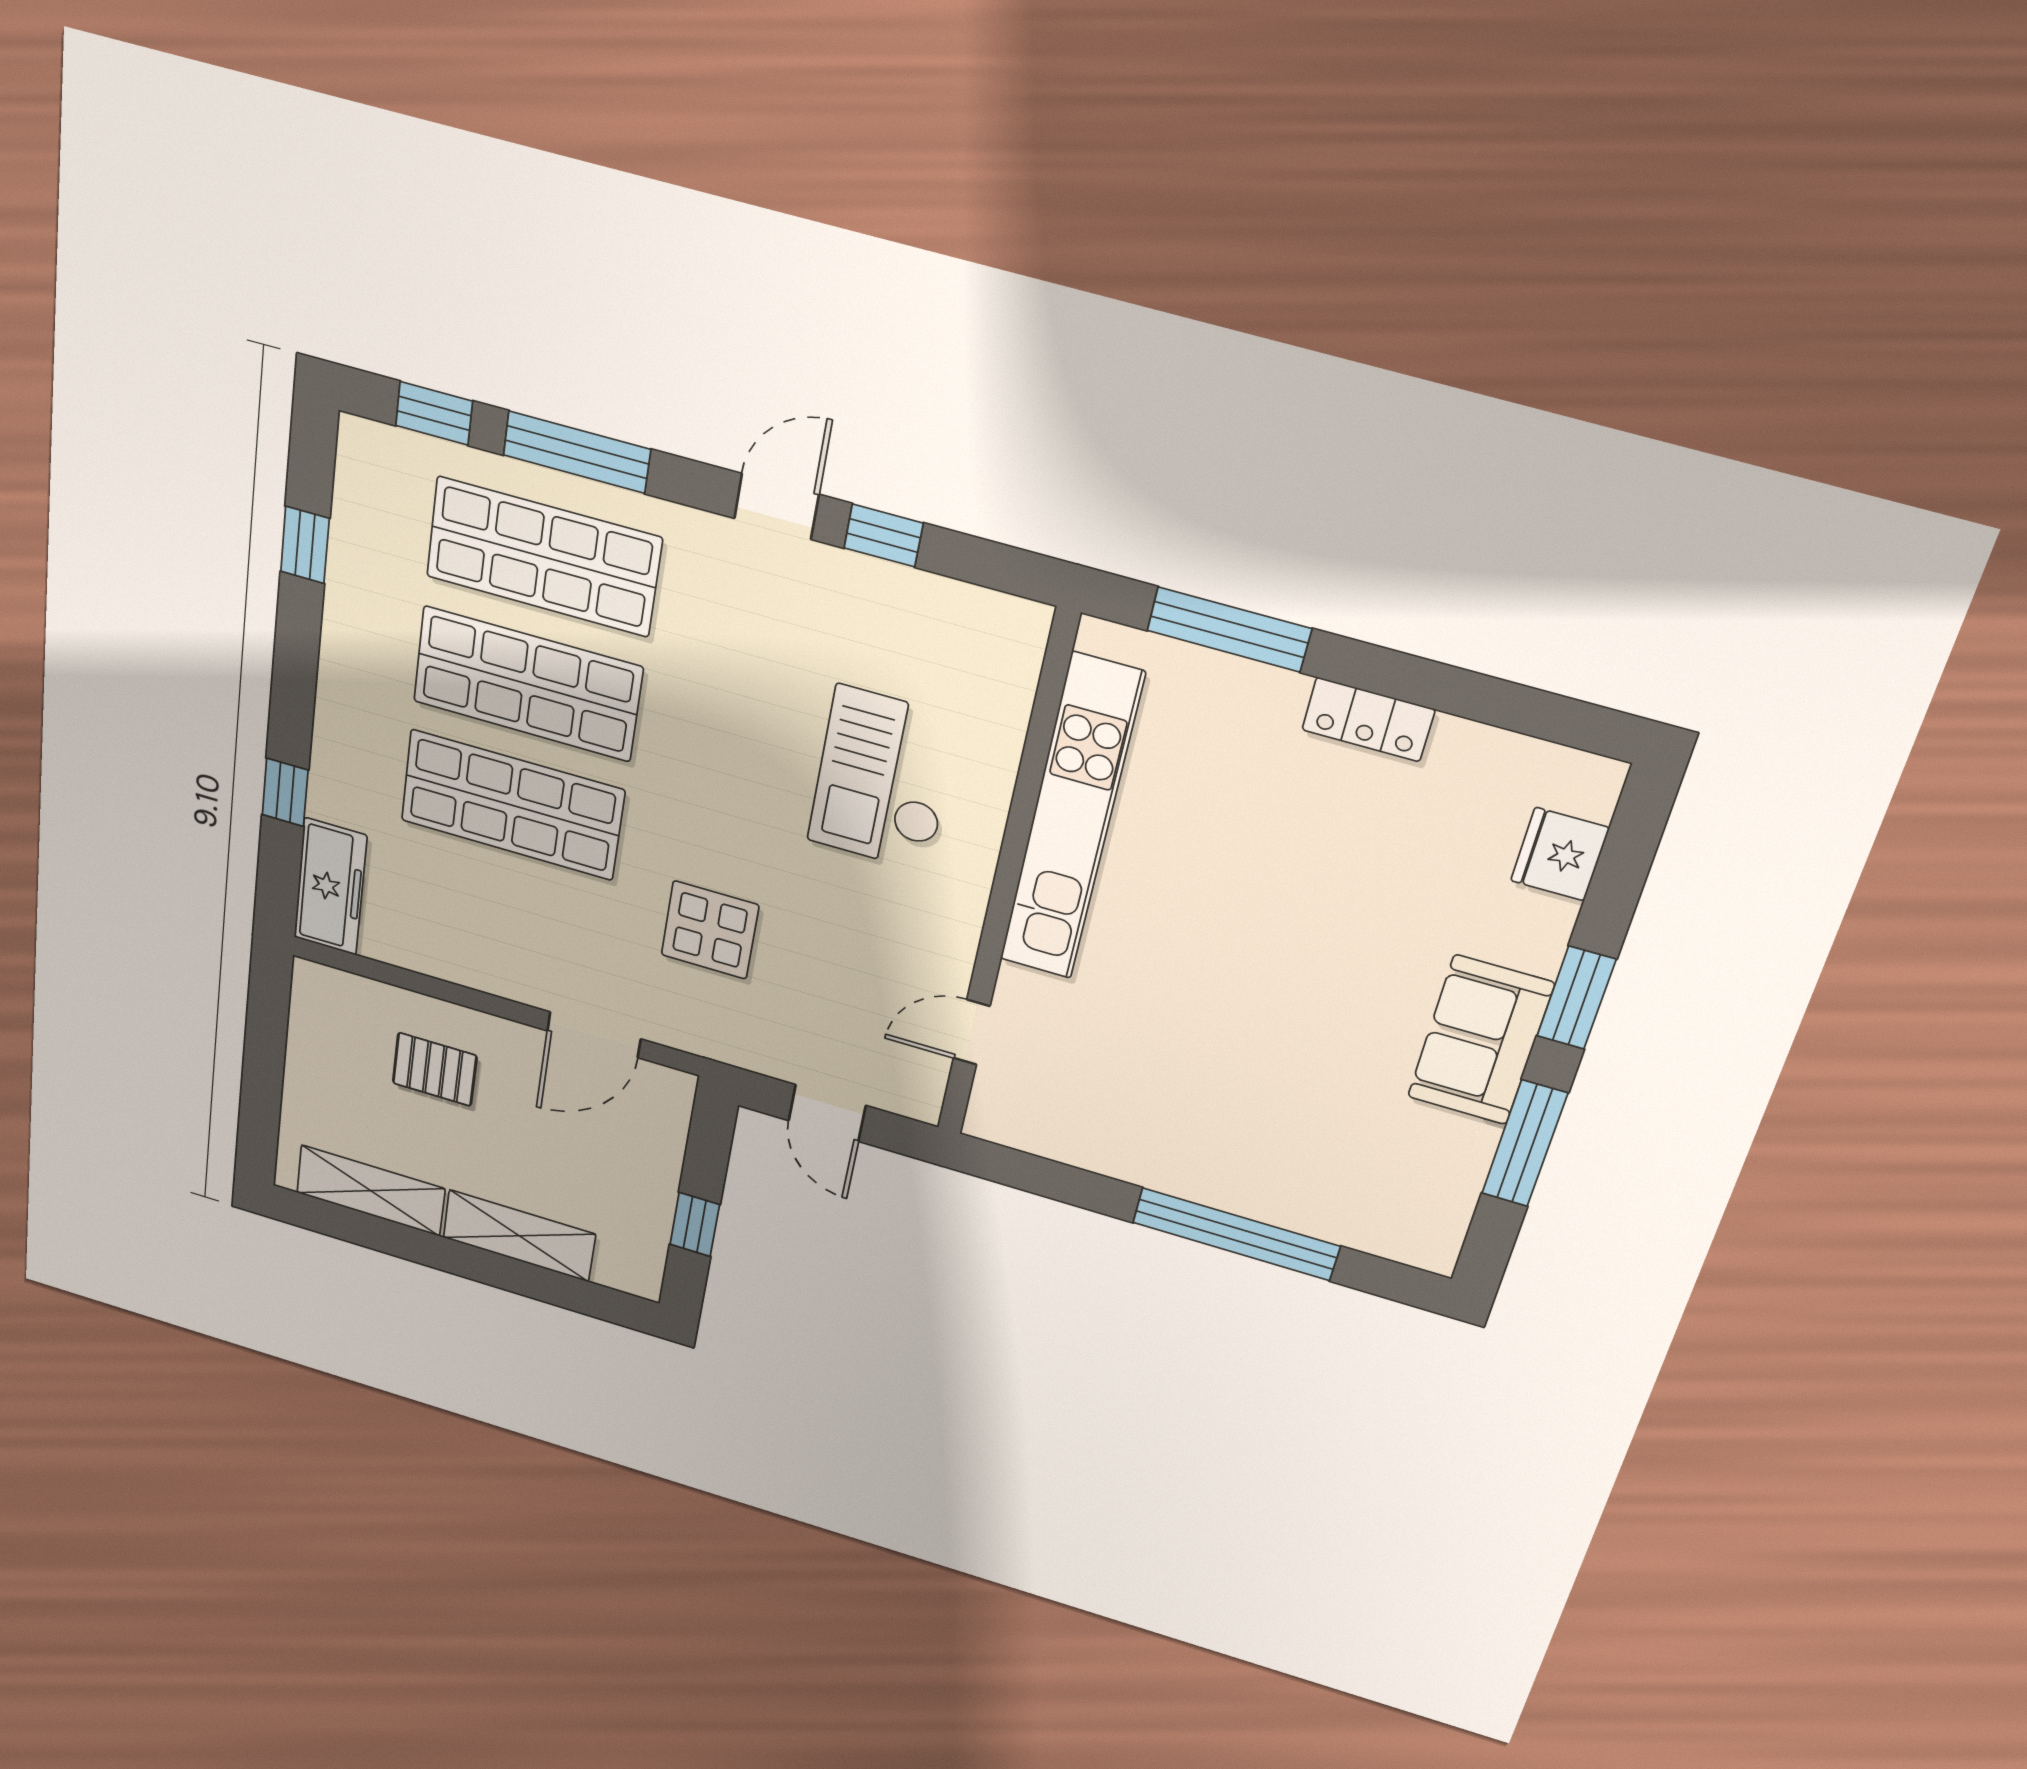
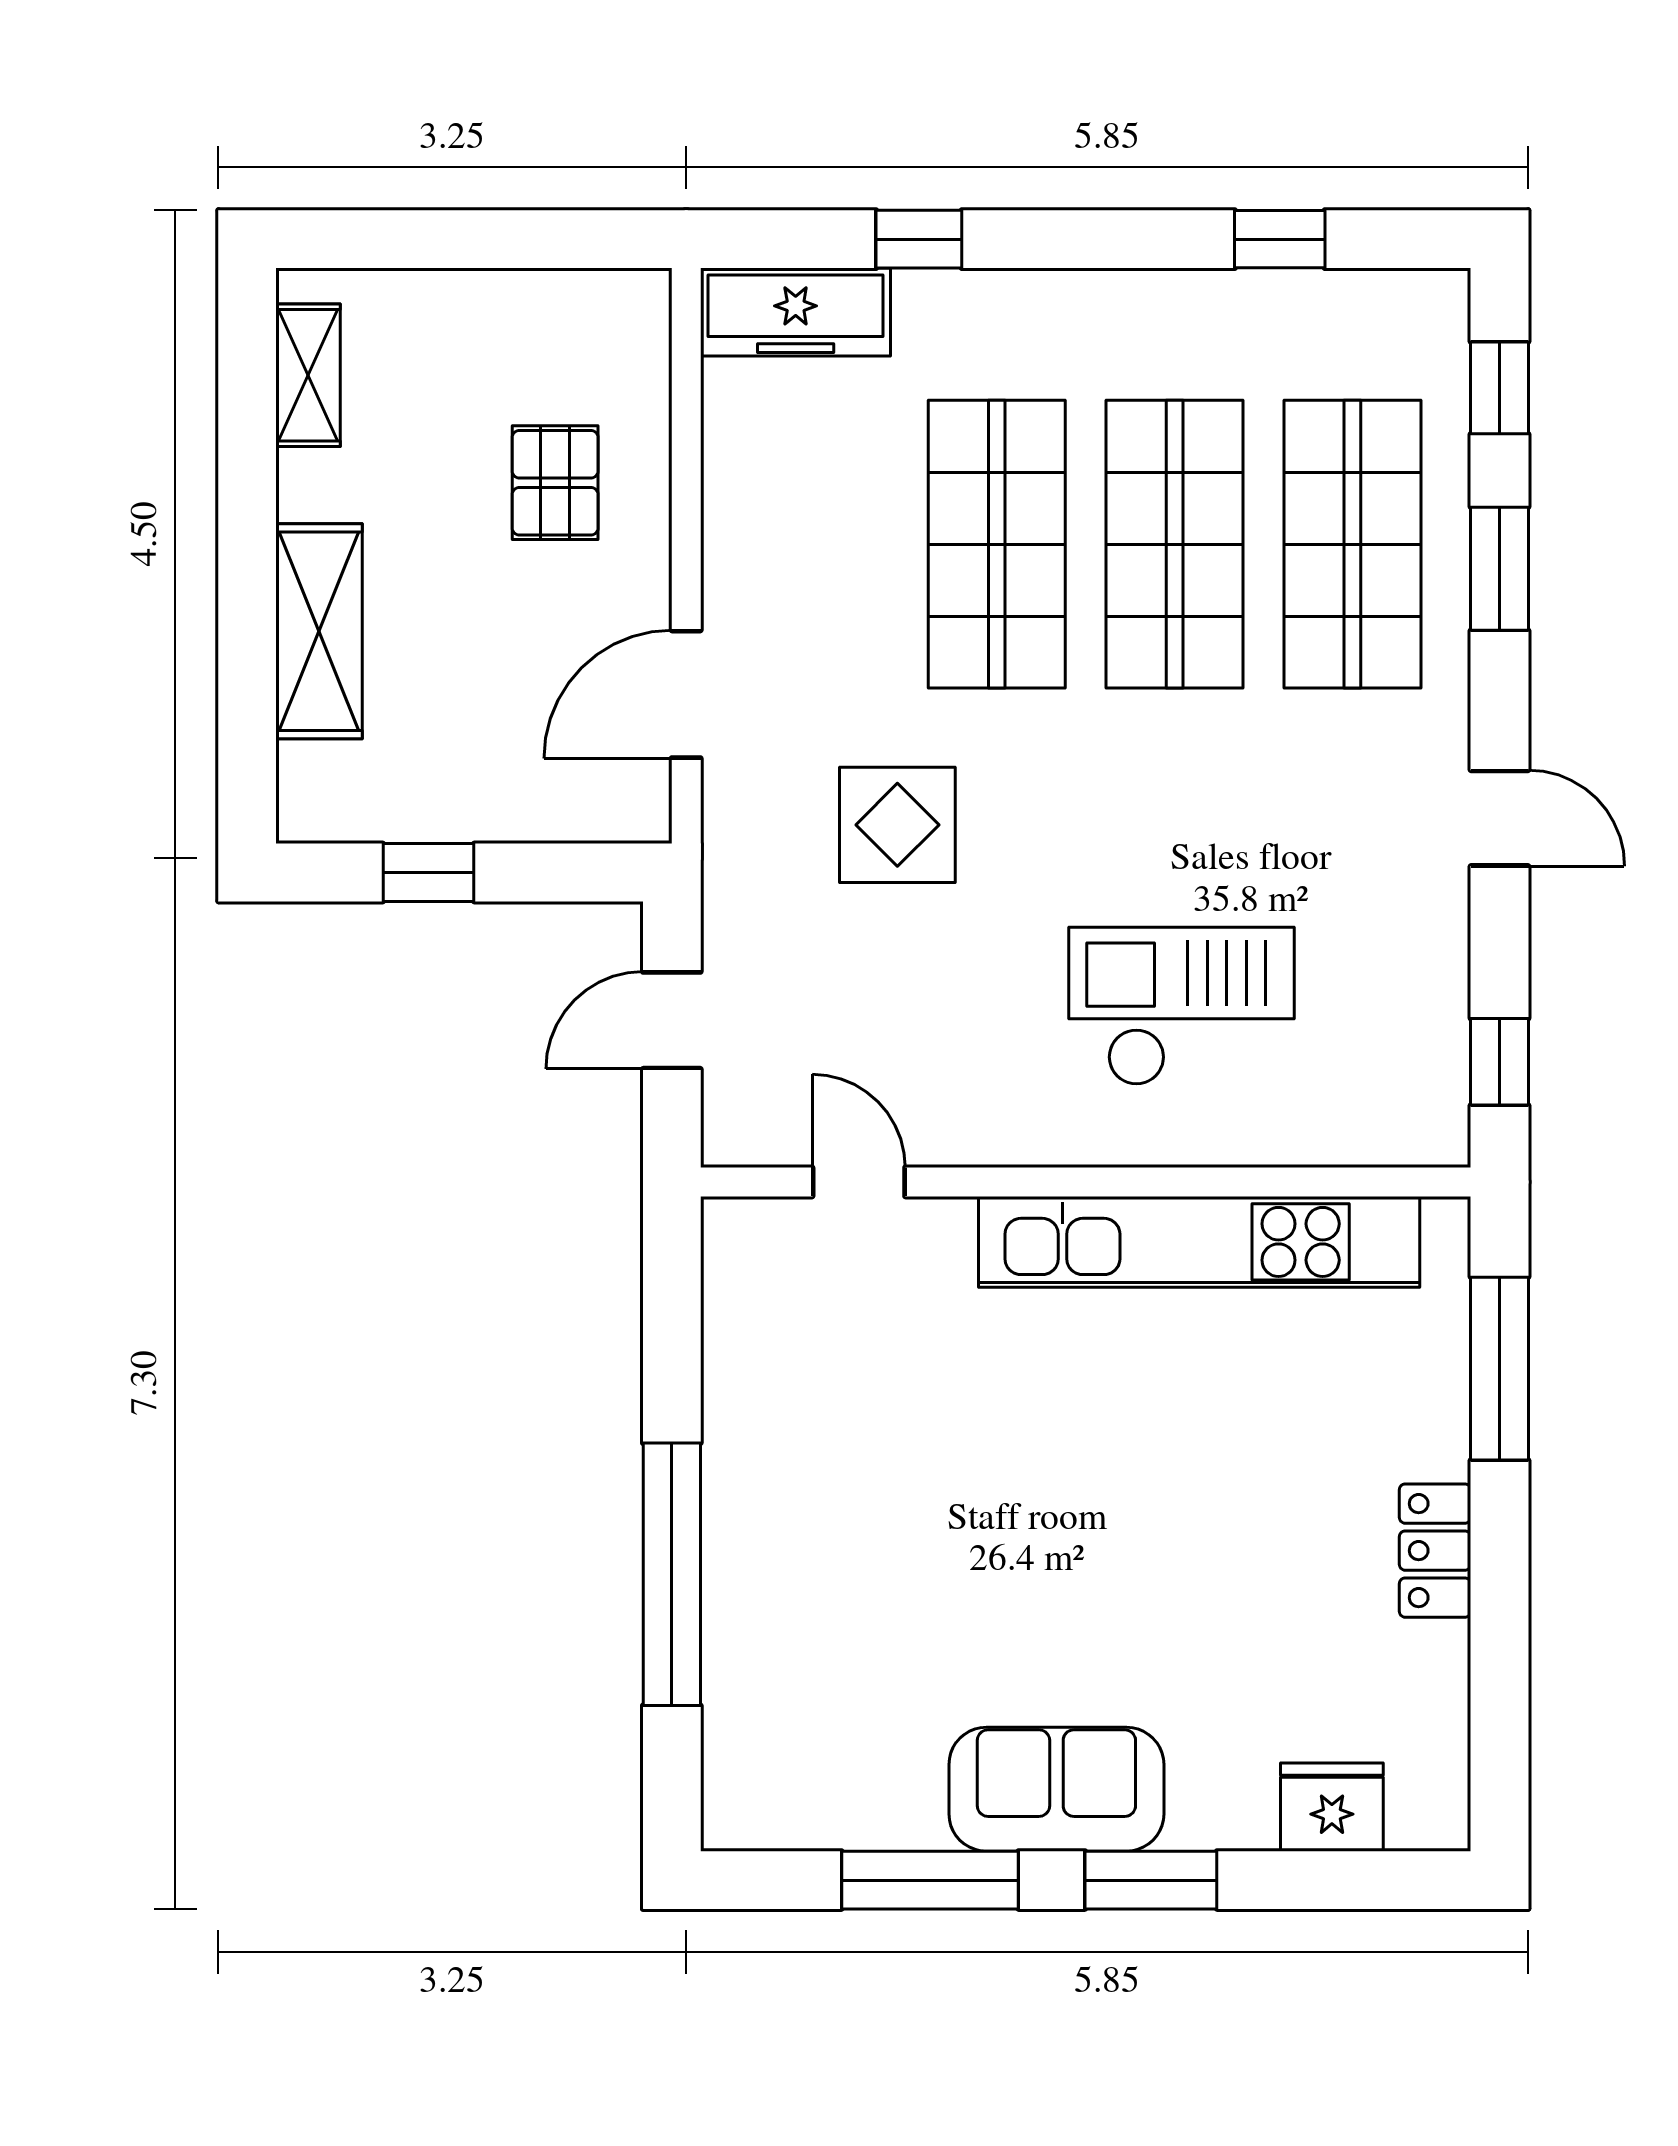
window: (577, 452) -> (1499, 569), width x0.69
window: (884, 536) -> (1499, 1062), moved
door: (594, 1035) -> (686, 694), hinge flipped
shelving: (371, 1191) -> (308, 375), width x0.67, depth x0.75

